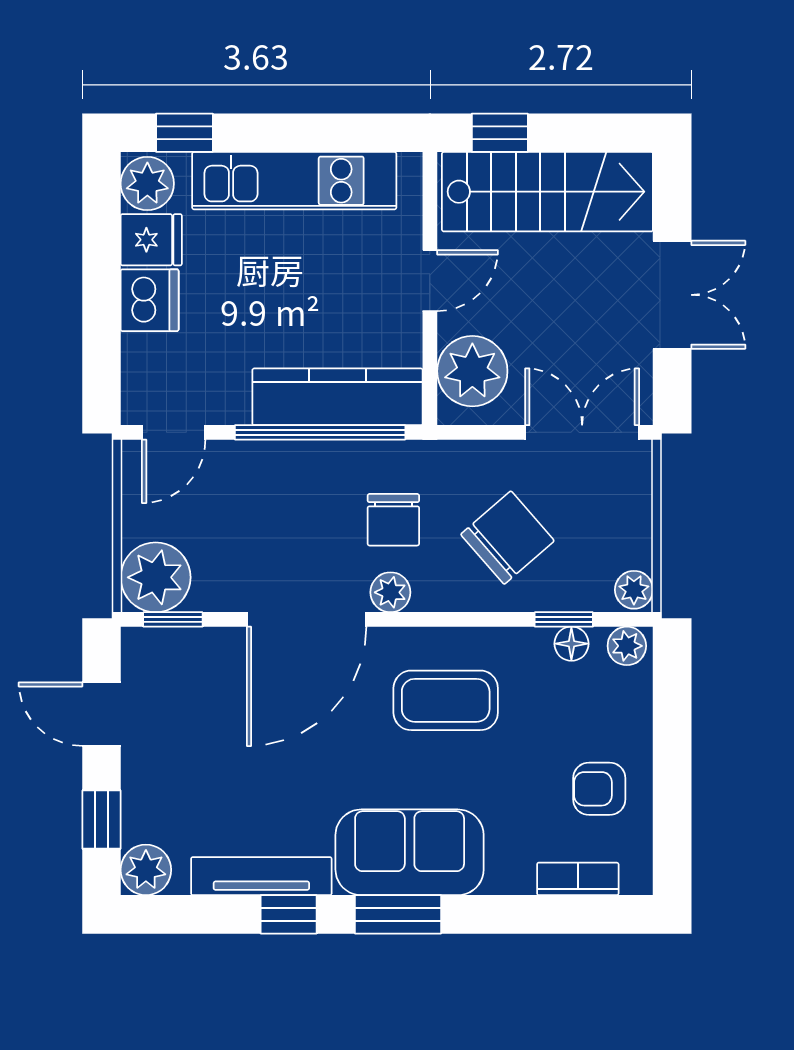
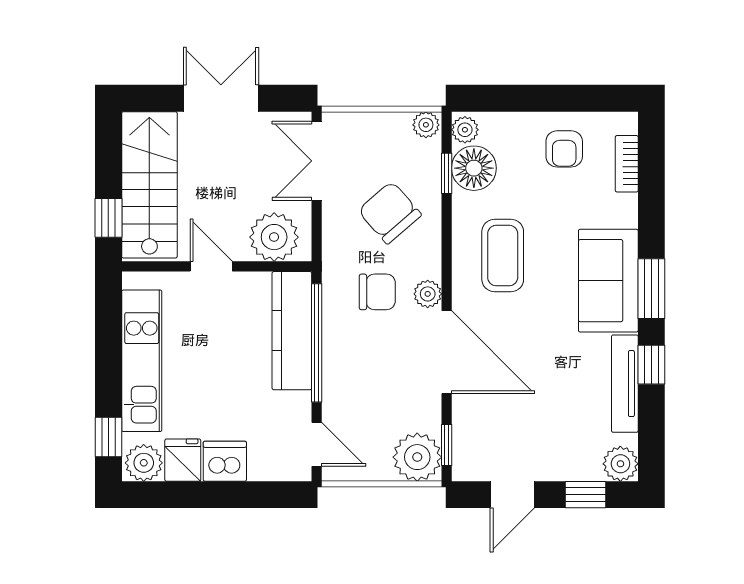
floor lamp: (571, 644) -> (474, 168), width x1.89, depth x1.89

